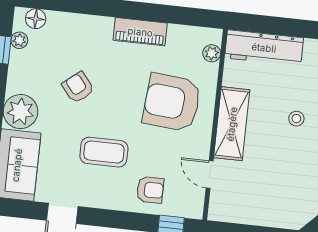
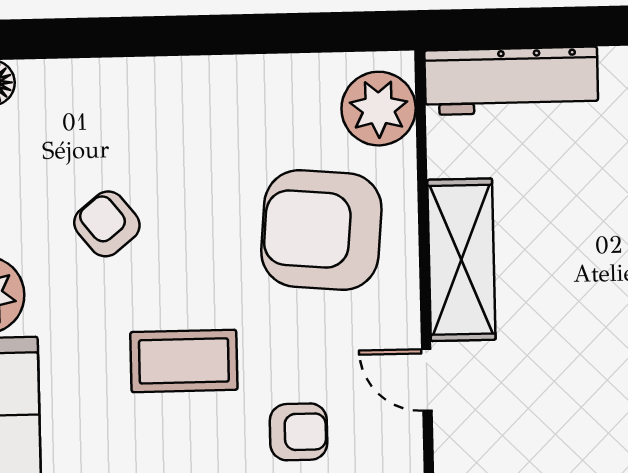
piano: (140, 32) -> (230, 81), removed
plant: (212, 53) -> (379, 109), width x1.88, depth x1.88
stool: (296, 119) -> (605, 229), removed

